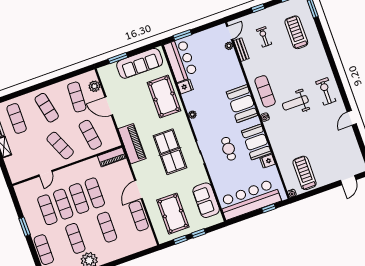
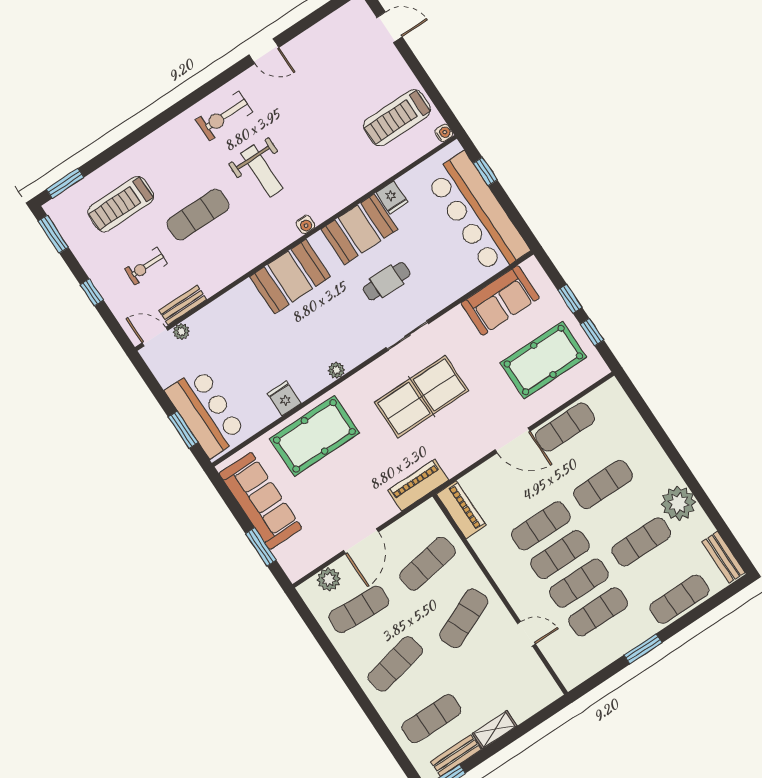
bar counter: (181, 60) -> (206, 412), moved, turned 90
exercise mat: (265, 91) -> (198, 215), moved
piano: (132, 144) -> (418, 485), width x0.73, depth x0.75

